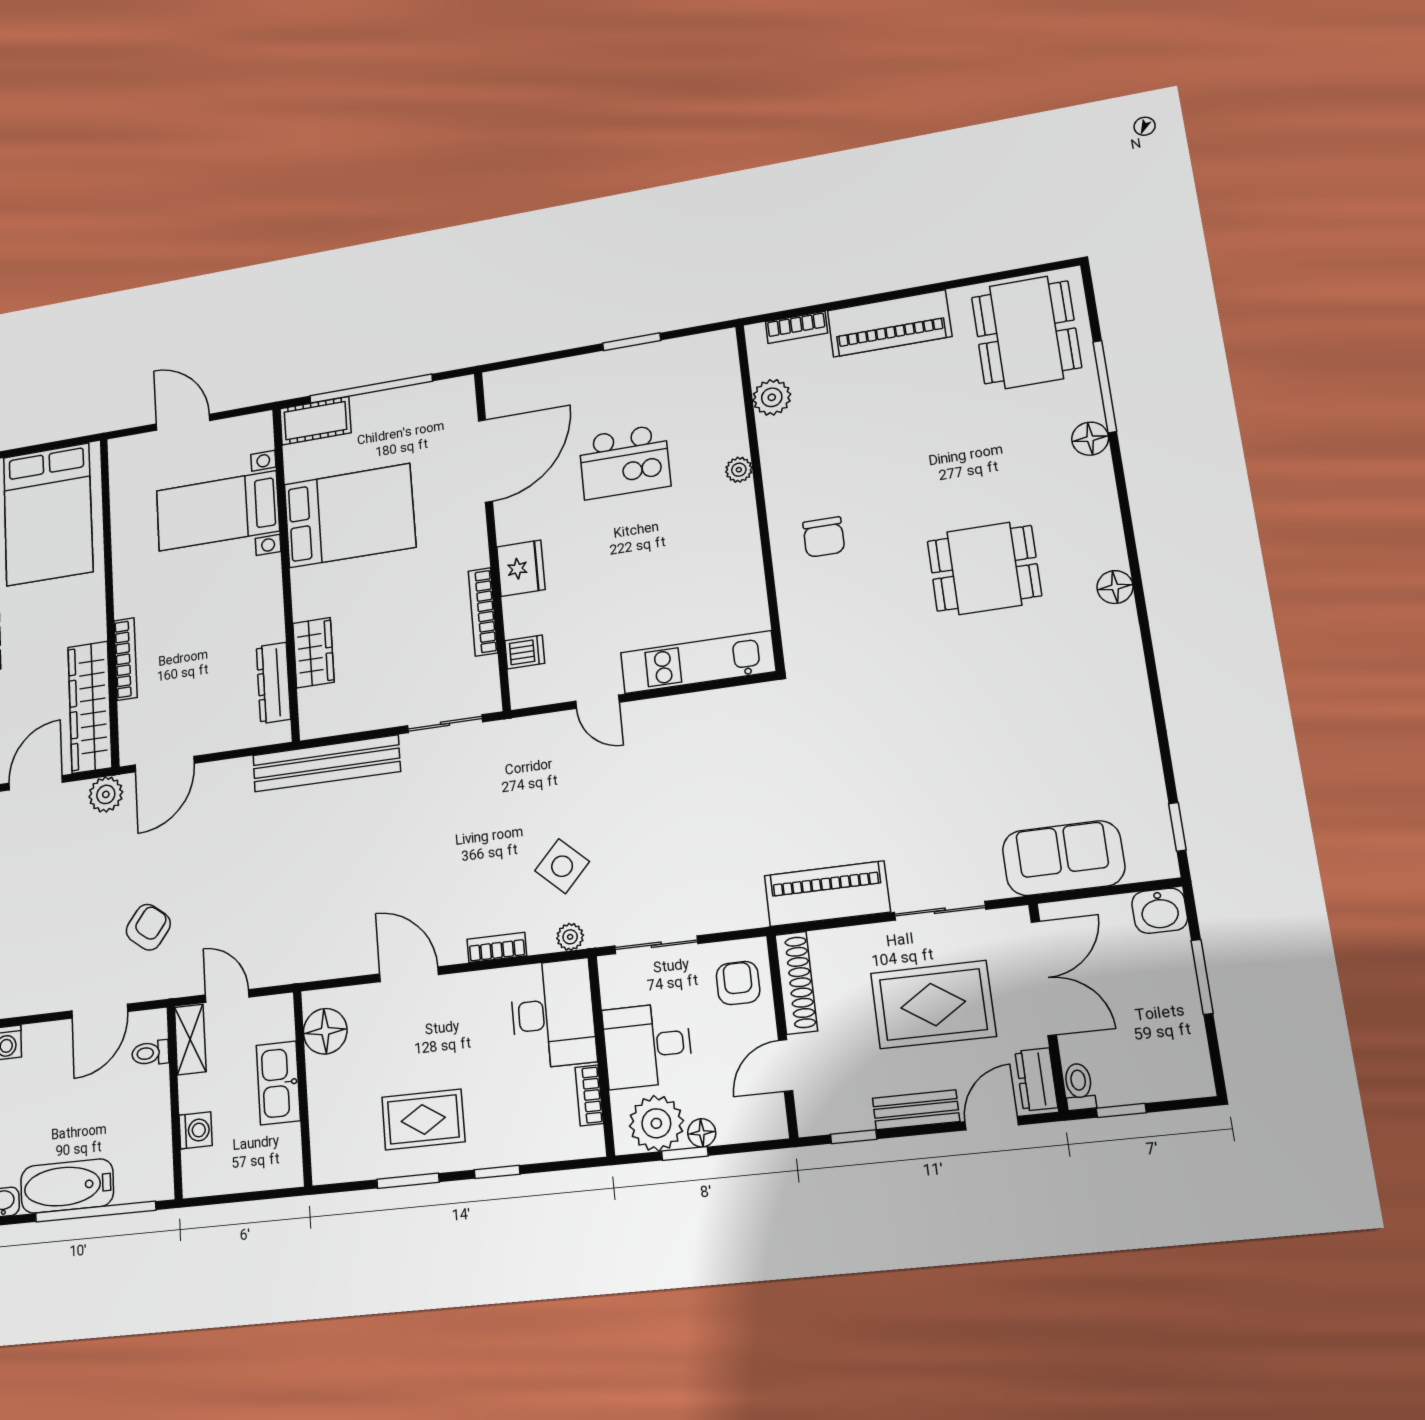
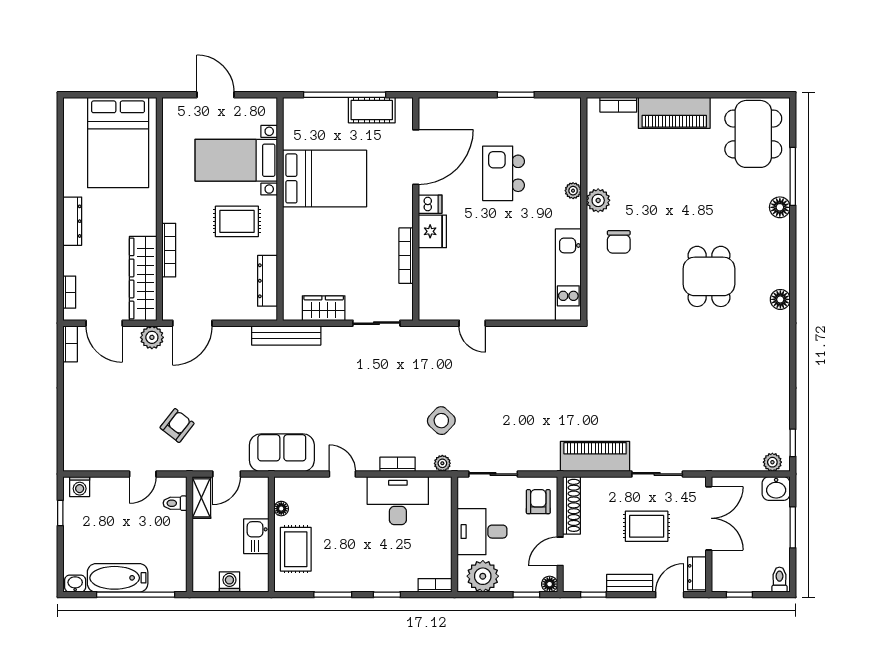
plant: (772, 397) -> (598, 200), moved
cot: (315, 421) -> (372, 110), moved
kitchen island: (625, 462) -> (504, 173), turned 90
dining table: (984, 568) -> (709, 276), turned 90
rug: (223, 600) -> (237, 221), added
dishwasher: (525, 652) -> (430, 204), moved
wardrobe: (313, 653) -> (324, 308), moved, turned -90
kitchen unit: (698, 662) -> (568, 275), moved, turned -90
bench: (326, 763) -> (286, 335), width x0.73, depth x0.82
door: (36, 783) -> (104, 323), swing flipped
sofa: (1063, 858) -> (282, 453), moved
plant: (1145, 865) -> (772, 462), added
door: (409, 974) -> (342, 474), width x0.73
door: (227, 996) -> (227, 474), swing flipped
rug: (933, 1005) -> (647, 526), width x0.73, depth x0.70
door: (100, 1011) -> (143, 474), width x0.73
desk: (553, 1014) -> (398, 501), moved, turned -90
floor lamp: (325, 1031) -> (281, 509), width x0.53, depth x0.53
kitchen sink: (278, 1083) -> (256, 536), width x0.73
toilet: (1079, 1087) -> (779, 580), moved
bookcase: (589, 1095) -> (435, 585), moved, turned 90
rug: (423, 1119) -> (296, 549), moved, turned 90
washing machine: (196, 1130) -> (229, 582), moved, turned -90
floor lamp: (702, 1133) -> (550, 584), moved
window: (685, 1153) -> (526, 595), moved

